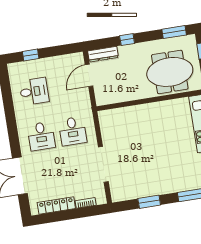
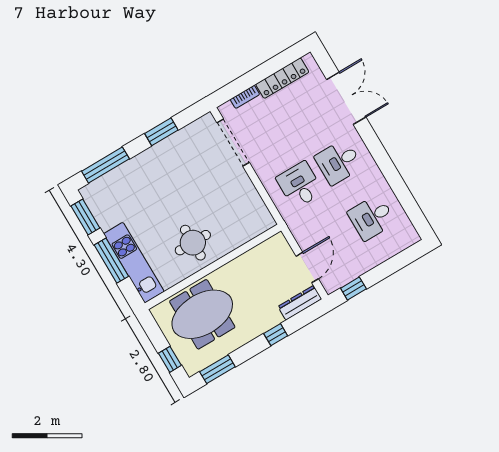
window: (31, 55) -> (353, 289), moved
round table: (157, 121) -> (193, 243), added
desk: (41, 136) -> (339, 162), turned -90
doorway: (103, 164) -> (233, 143), moved

